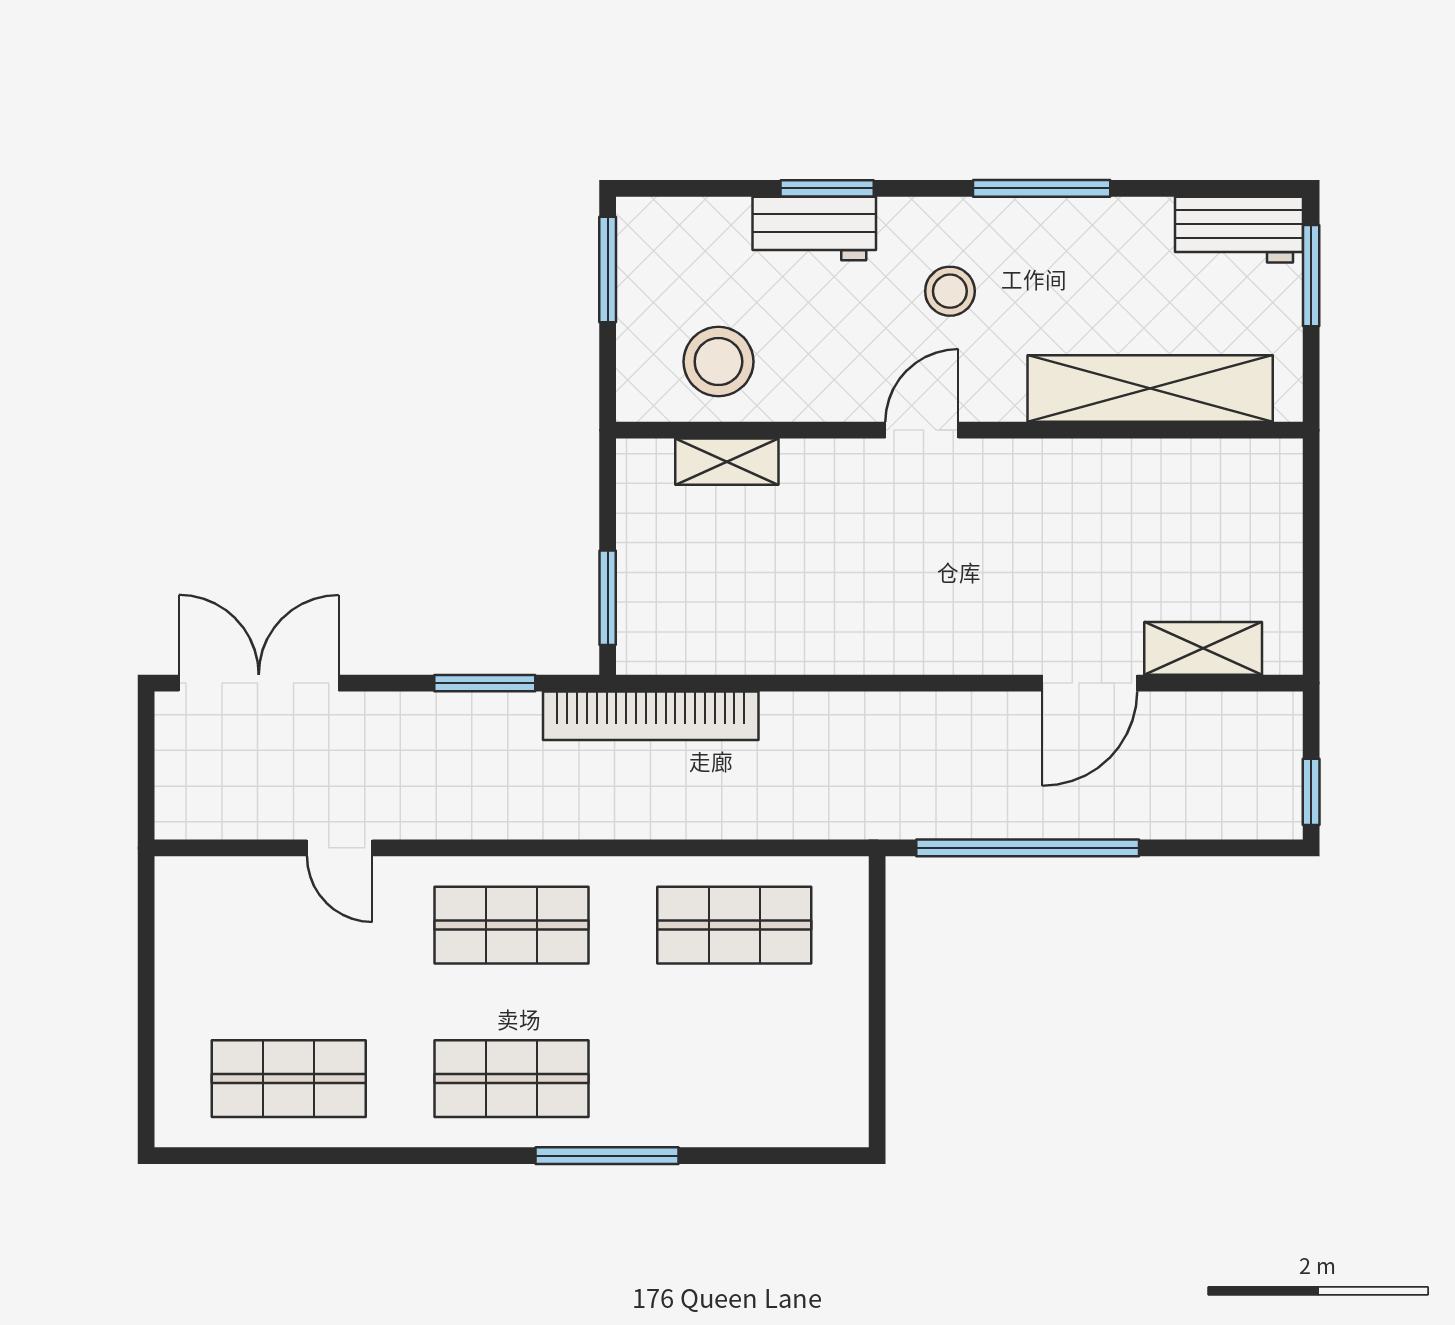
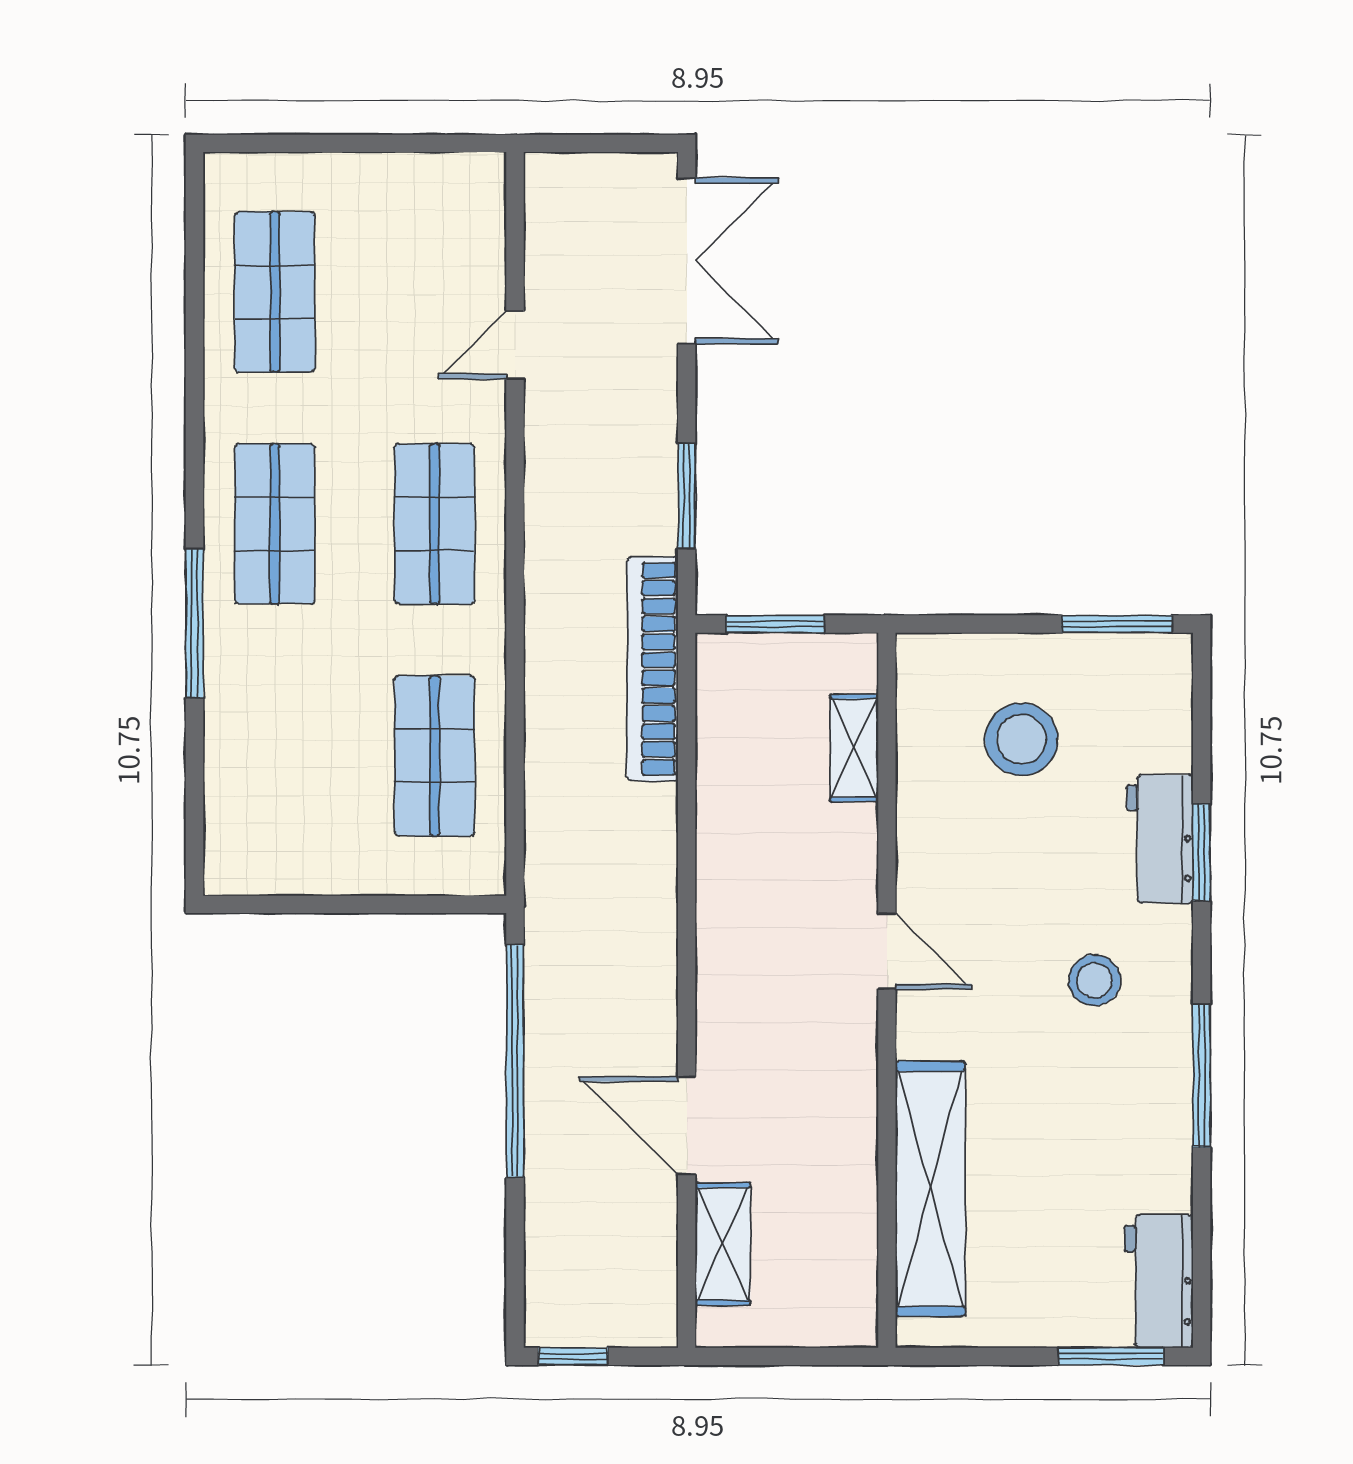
shelving: (1150, 389) -> (930, 1189), moved
door: (922, 430) -> (887, 951), moved
wall: (959, 430) -> (887, 990), moved
shelving: (727, 462) -> (854, 748), moved

